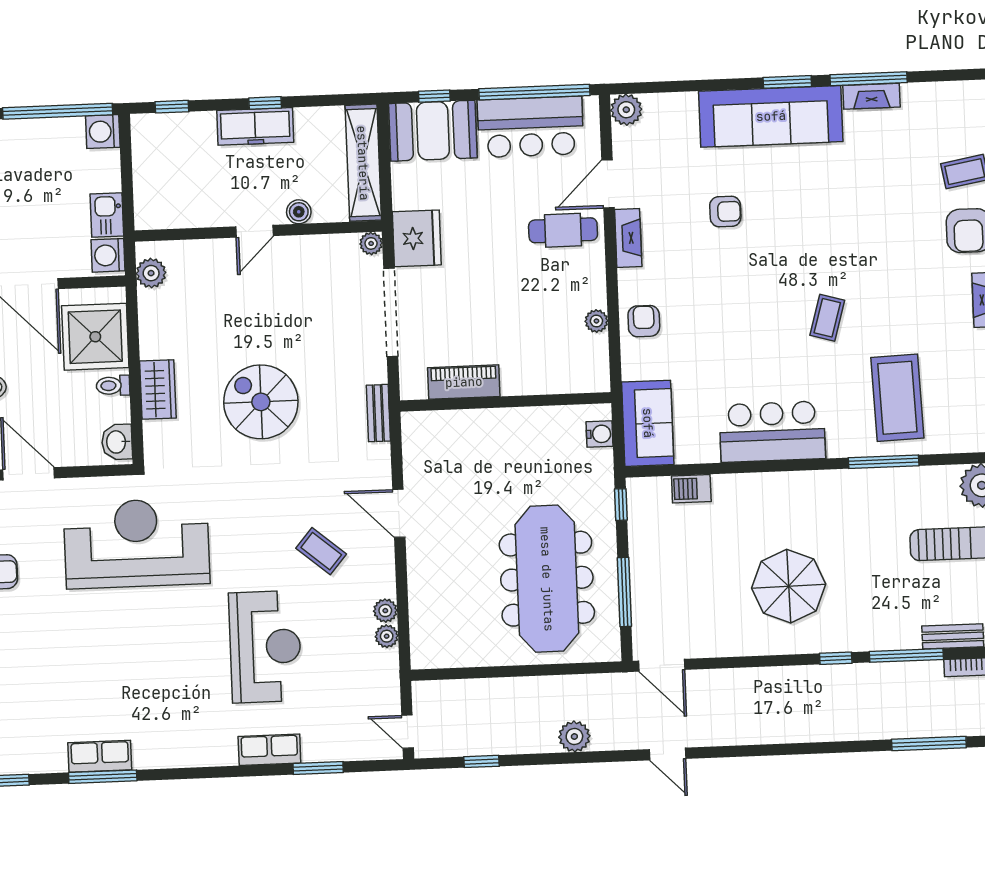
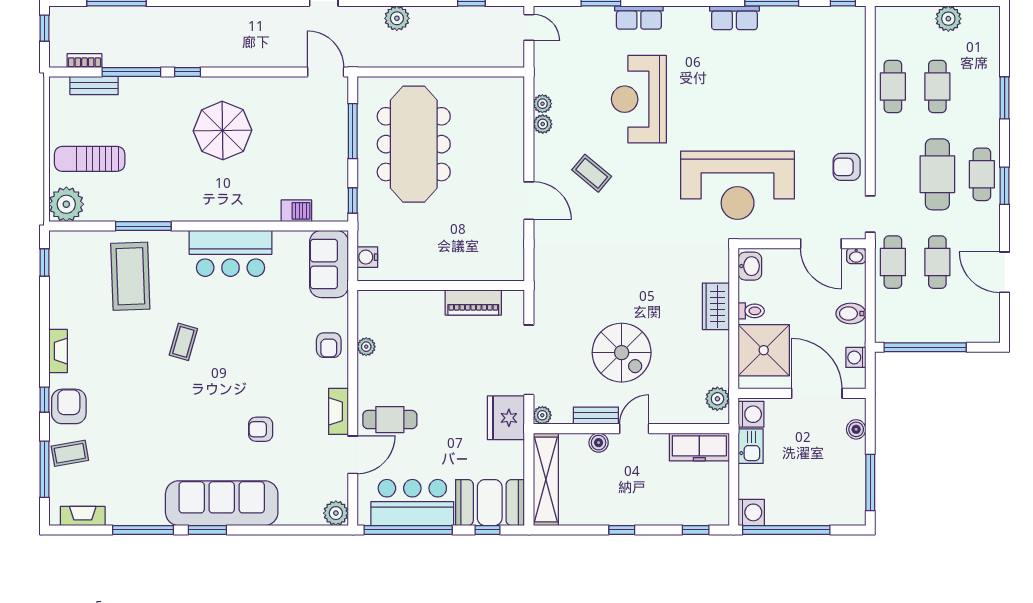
fireplace: (872, 96) -> (83, 516), moved
freezer: (255, 126) -> (699, 447), moved, turned 180
spiral stairs: (261, 402) -> (622, 353), moved
bench: (378, 413) -> (596, 416), moved, turned 90
row of seats: (100, 756) -> (734, 18), moved

